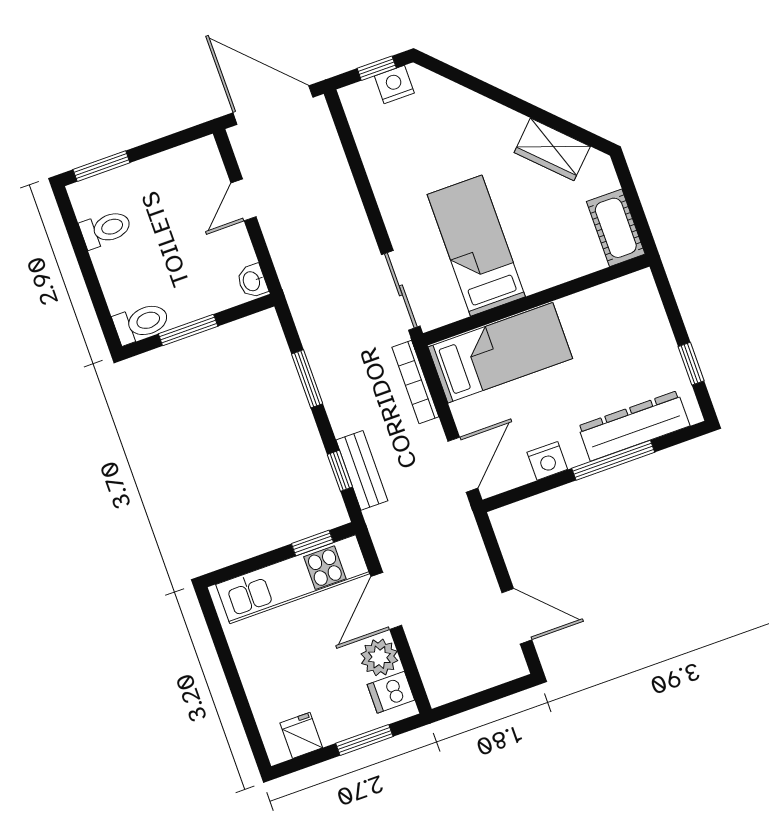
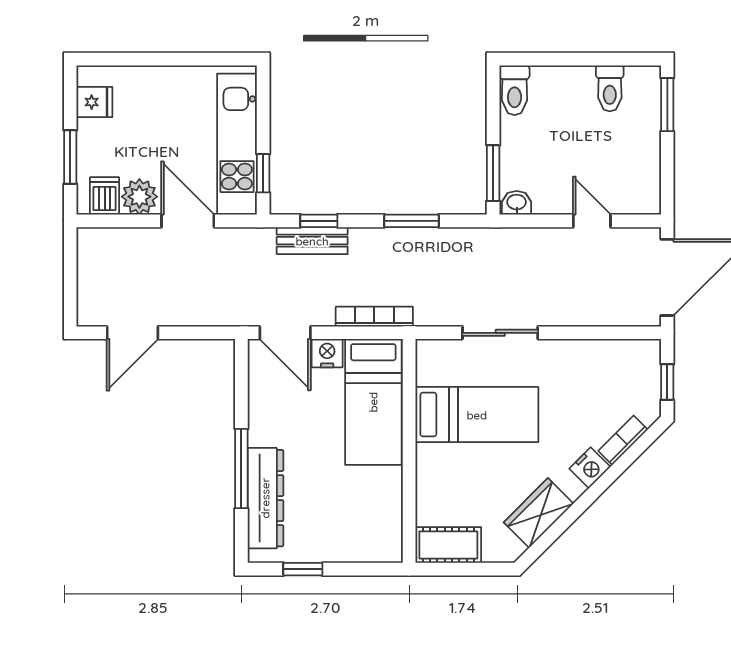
nightstand: (394, 84) -> (590, 468), moved, turned 45
bookcase: (450, 92) -> (623, 440), added
sliding door: (401, 290) -> (500, 333), moved
window: (188, 330) -> (493, 173), moved
nightstand: (547, 461) -> (327, 353), moved, turned 90

